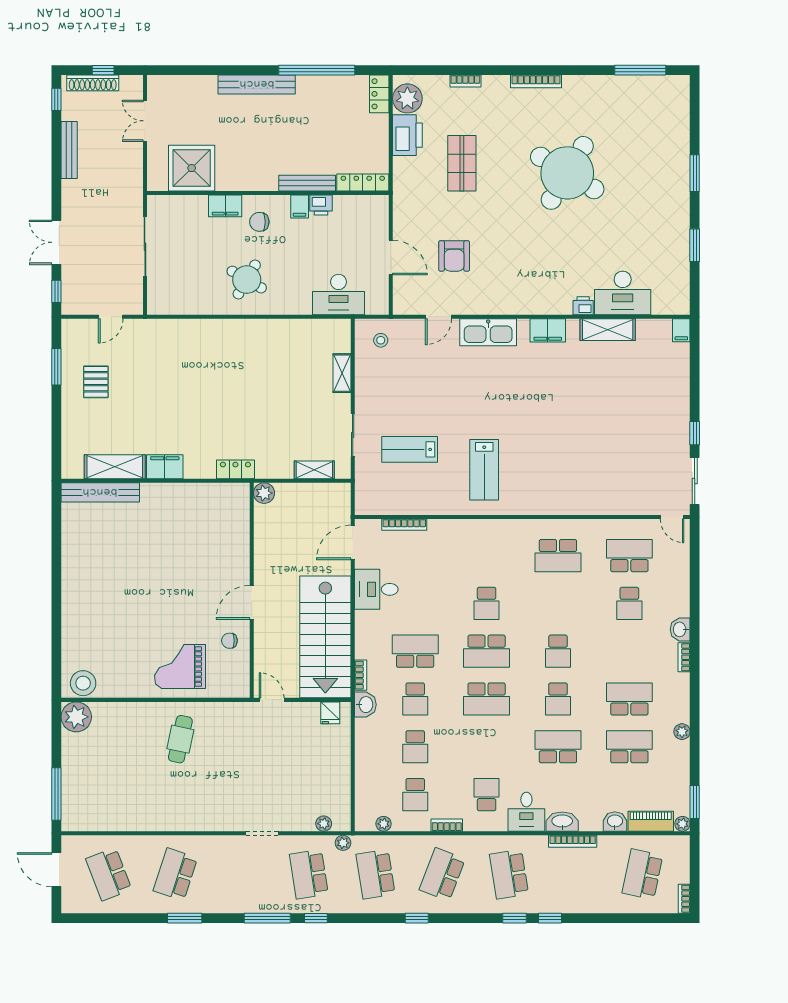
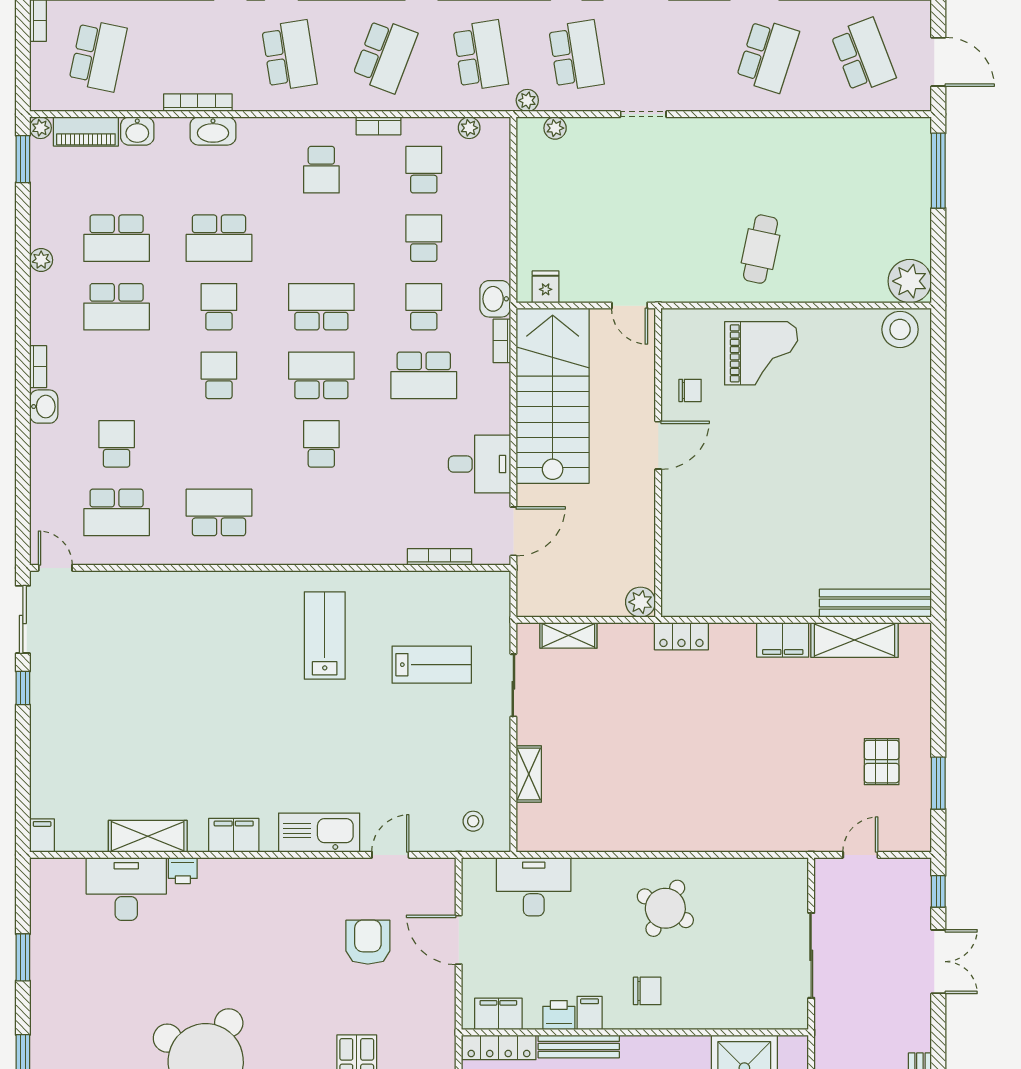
filing cabinet: (225, 206) -> (498, 1014), moved
desk: (526, 812) -> (264, 145), removed

